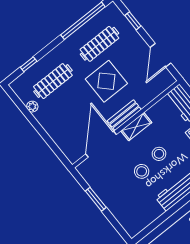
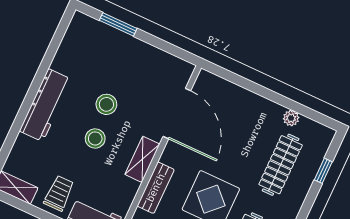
bench: (124, 115) -> (156, 188), moved
window: (96, 199) -> (118, 24), moved

